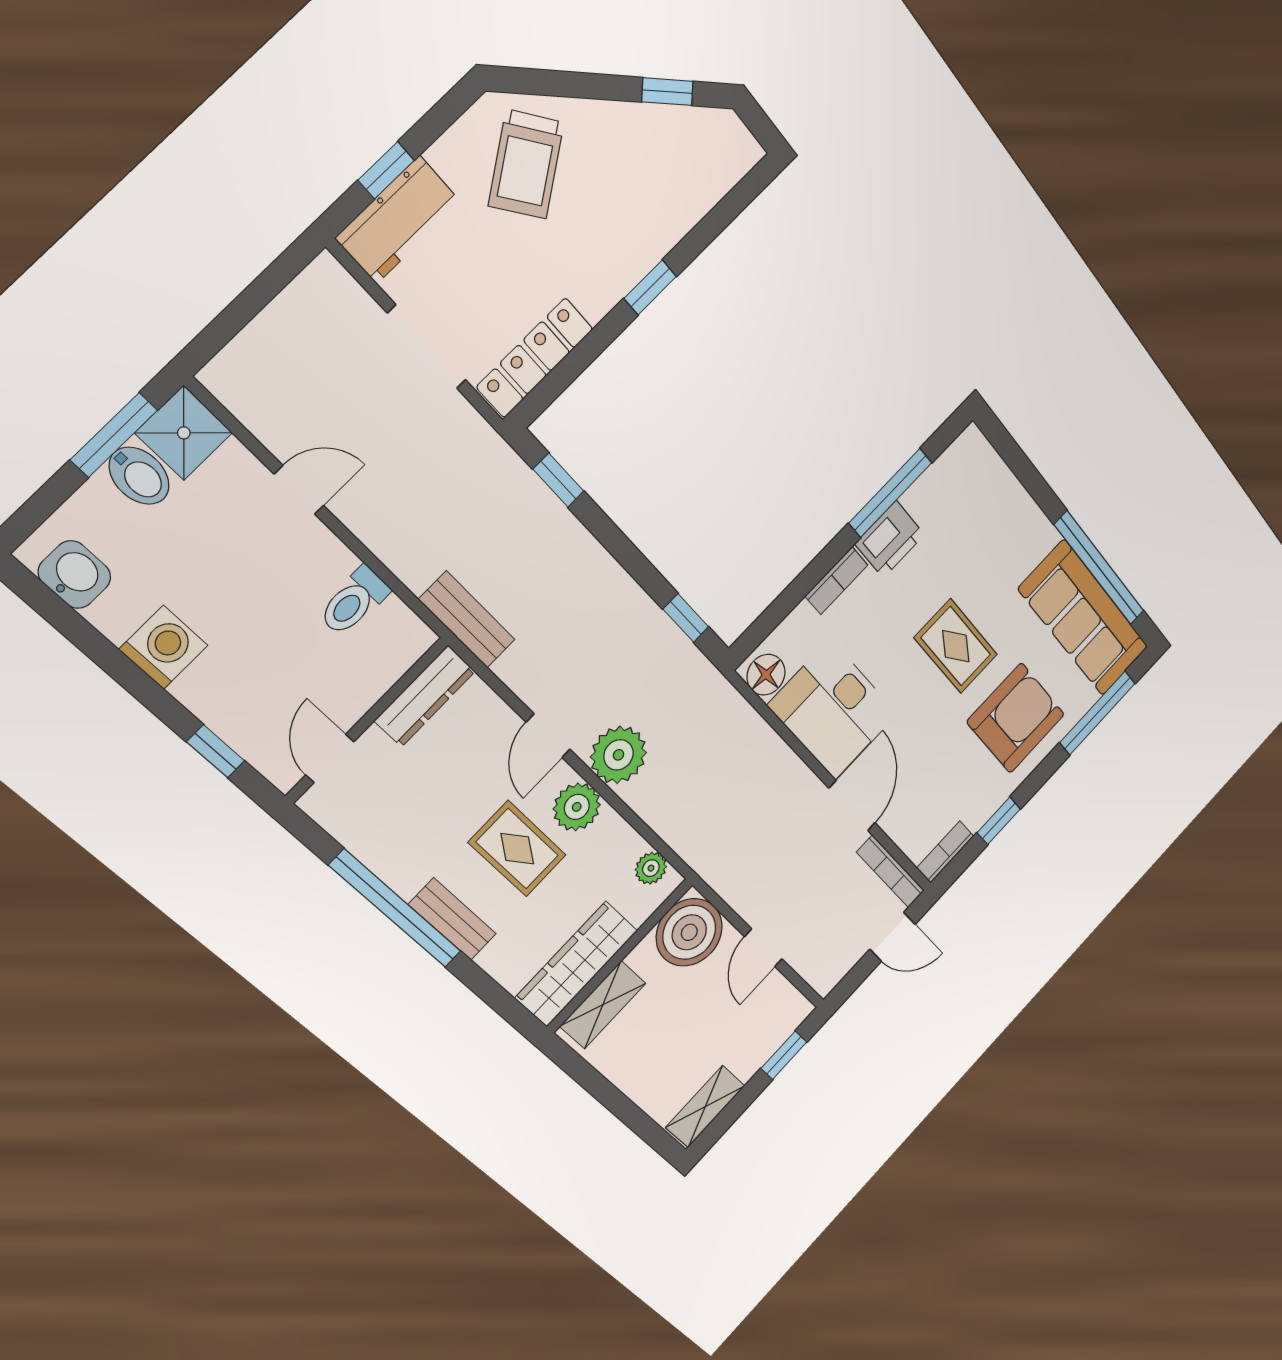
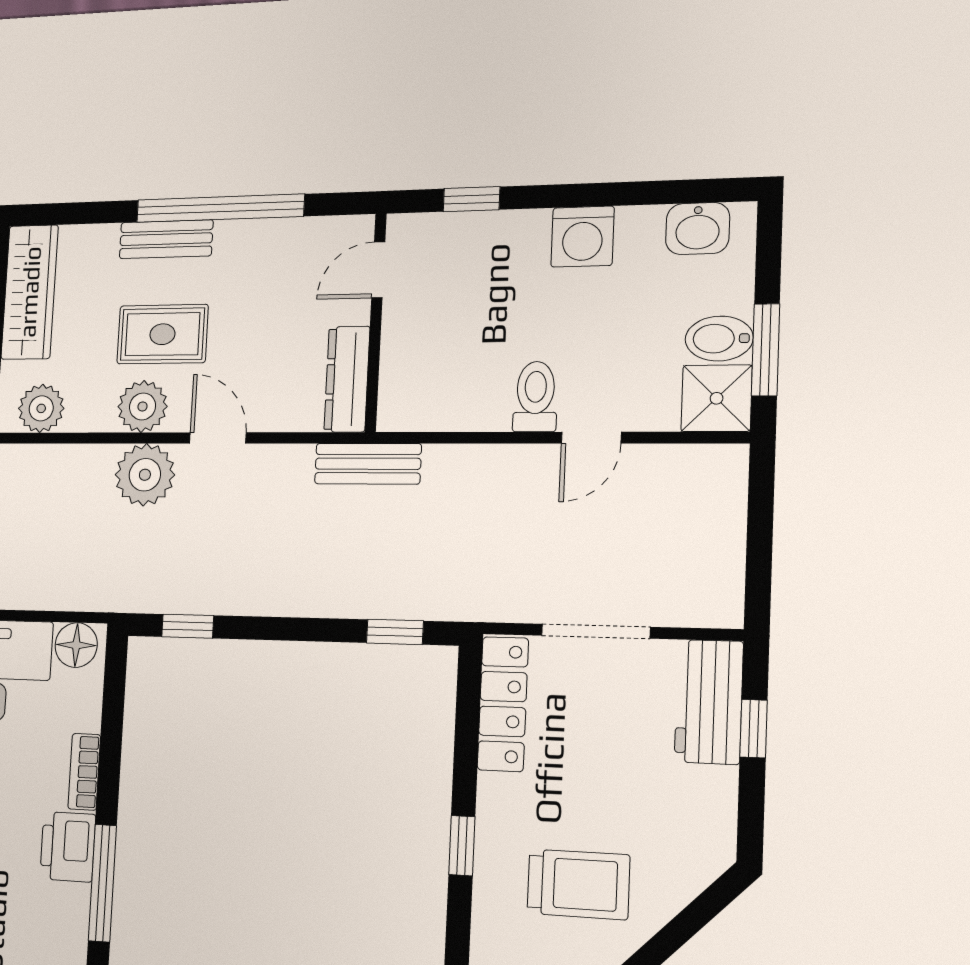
trolley: (526, 164) -> (578, 884), moved, turned 126
toilet: (354, 601) -> (535, 397), moved
door: (330, 758) -> (378, 270), swing flipped
plant: (651, 868) -> (41, 408), width x1.38, depth x1.38

